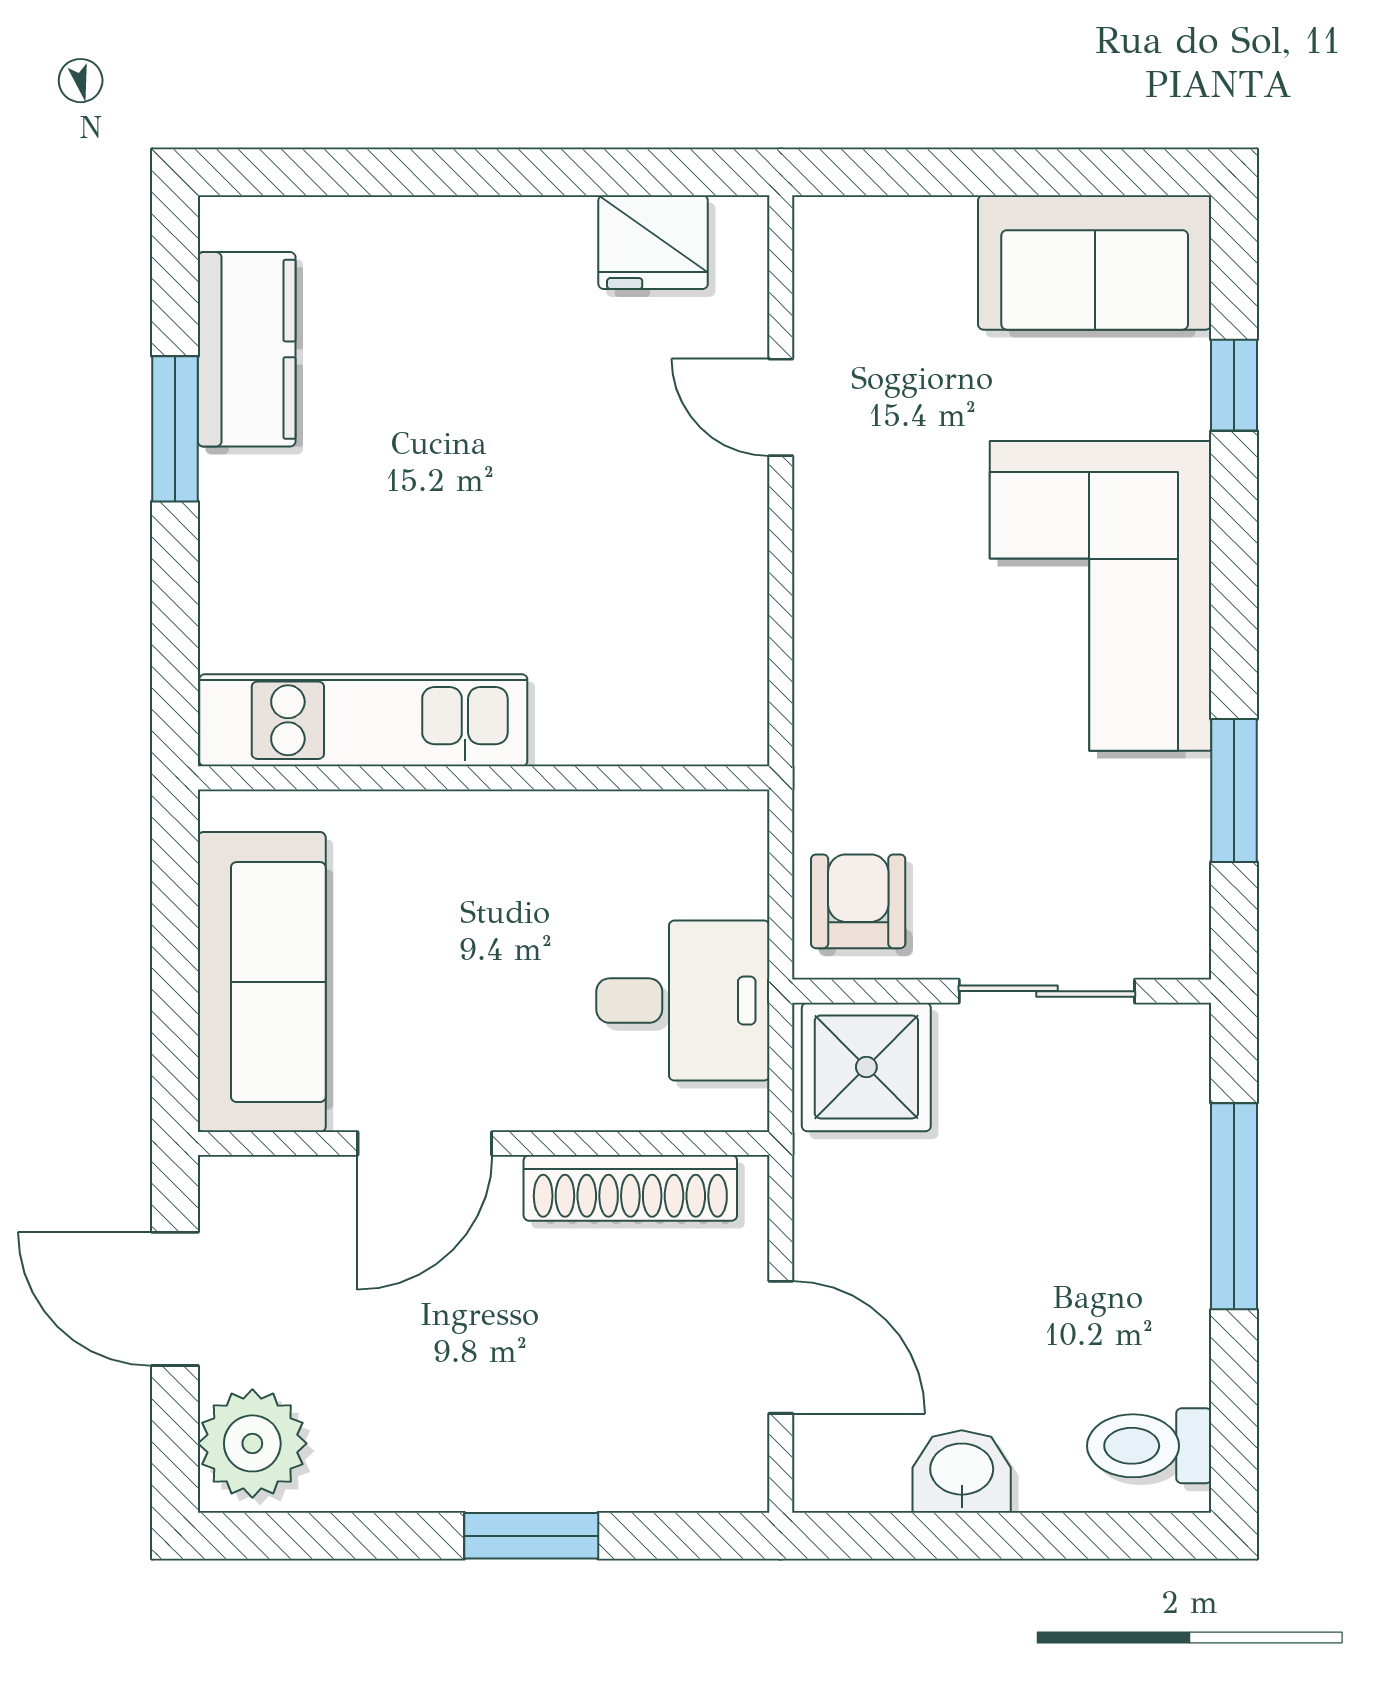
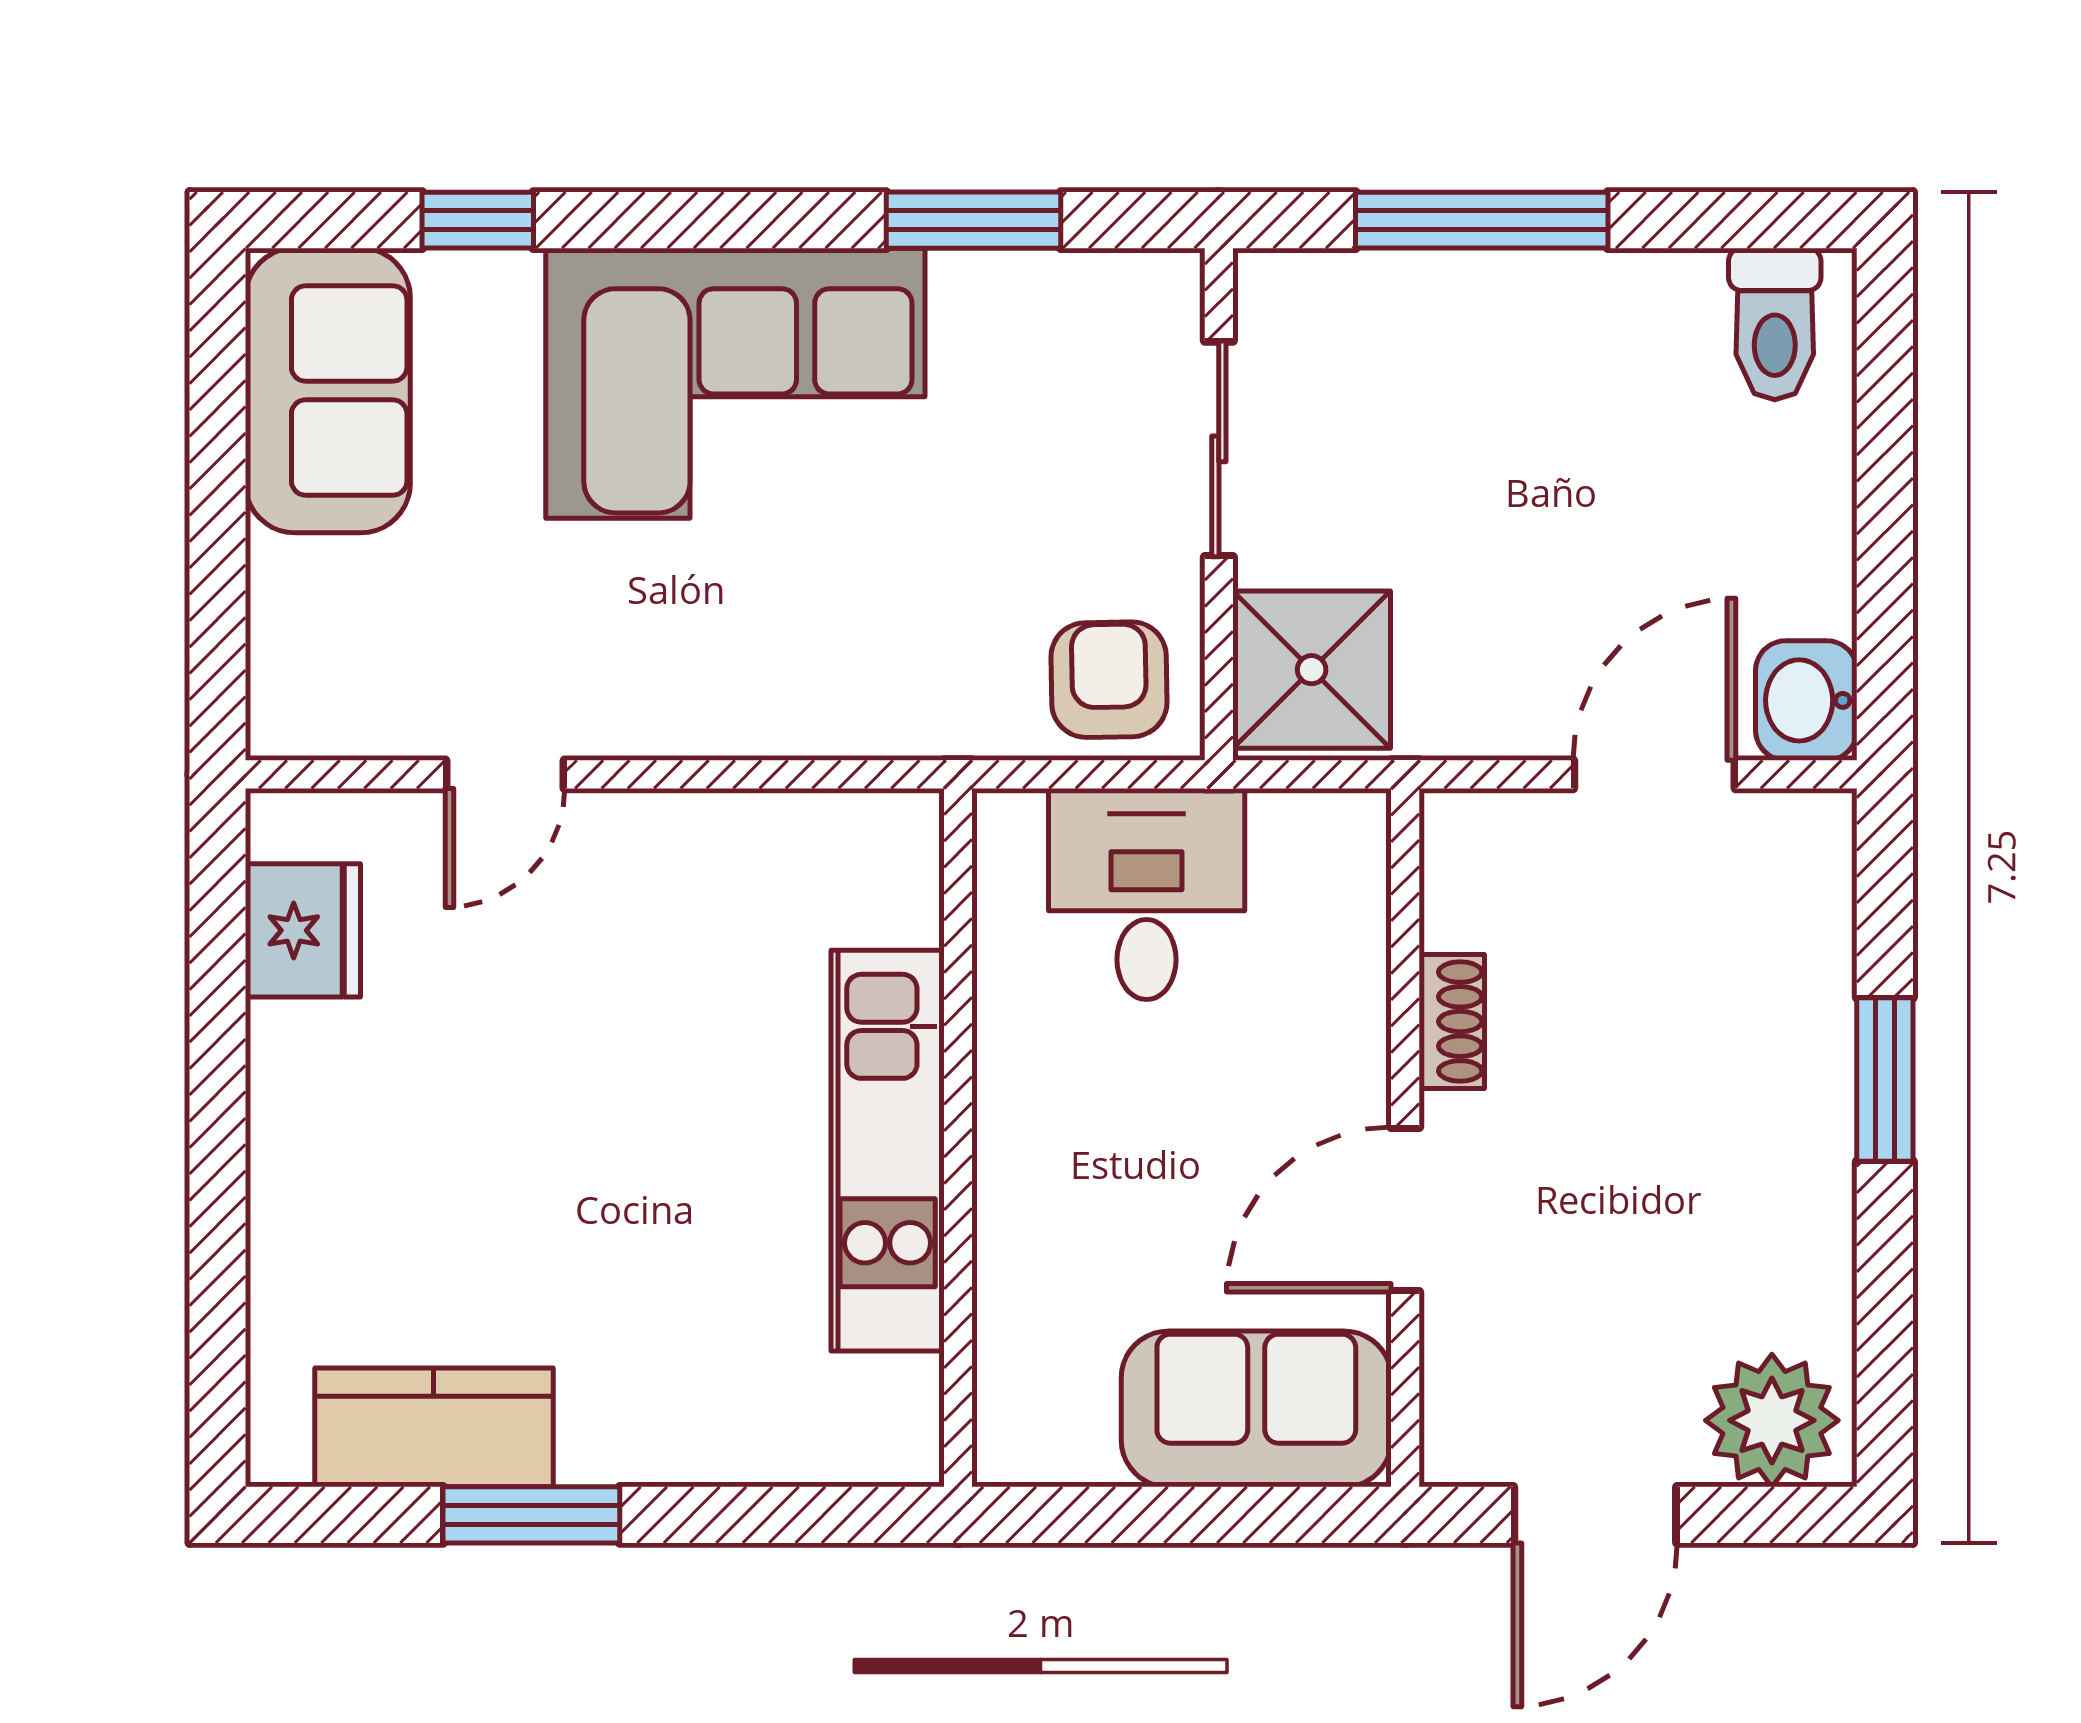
kitchen unit: (363, 720) -> (888, 1151), moved
armchair: (858, 901) -> (1109, 680), turned 89
sofa: (262, 982) -> (1256, 1409), width x0.73
desk: (683, 1001) -> (1147, 894), moved
door: (425, 1144) -> (1405, 1210), swing flipped
shoe rack: (630, 1188) -> (1452, 1021), width x0.51, depth x0.81
washbasin: (962, 1472) -> (1806, 700), moved

